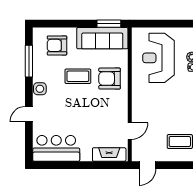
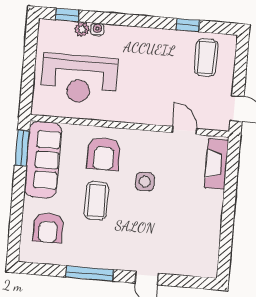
window: (29, 61) -> (90, 273), moved
side table: (40, 89) -> (145, 182), moved
bar counter: (56, 148) -> (201, 242), removed

